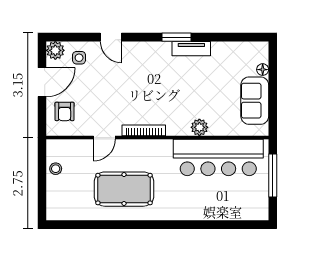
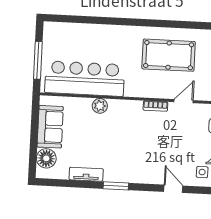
tv unit: (191, 49) -> (86, 174), moved
floor lamp: (263, 70) -> (46, 158), width x1.89, depth x1.89
bookcase: (144, 130) -> (155, 106), width x0.64

